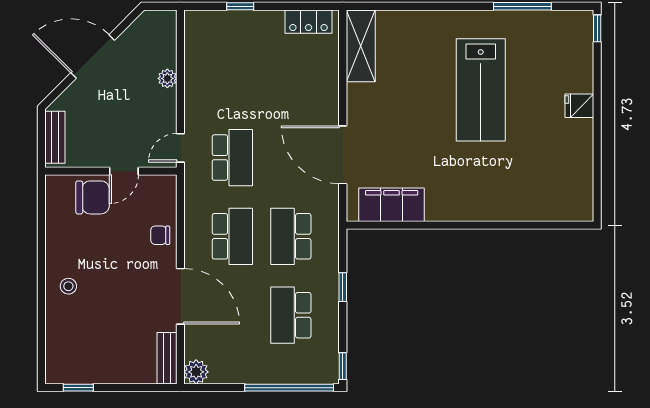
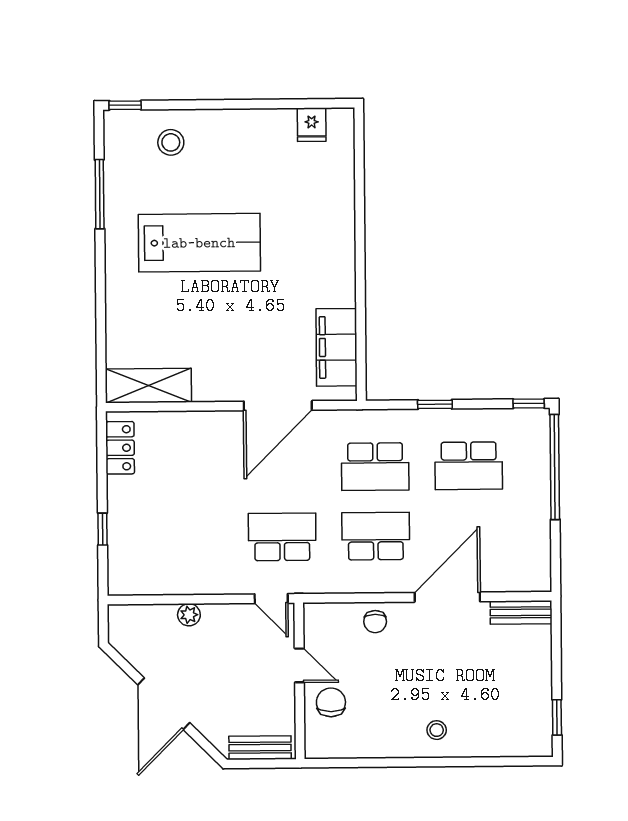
stool: (565, 67) -> (171, 142), added
fridge: (579, 106) -> (312, 125), moved
chair: (93, 197) -> (331, 702), width x0.73, depth x0.73
plant: (196, 372) -> (537, 578), removed

